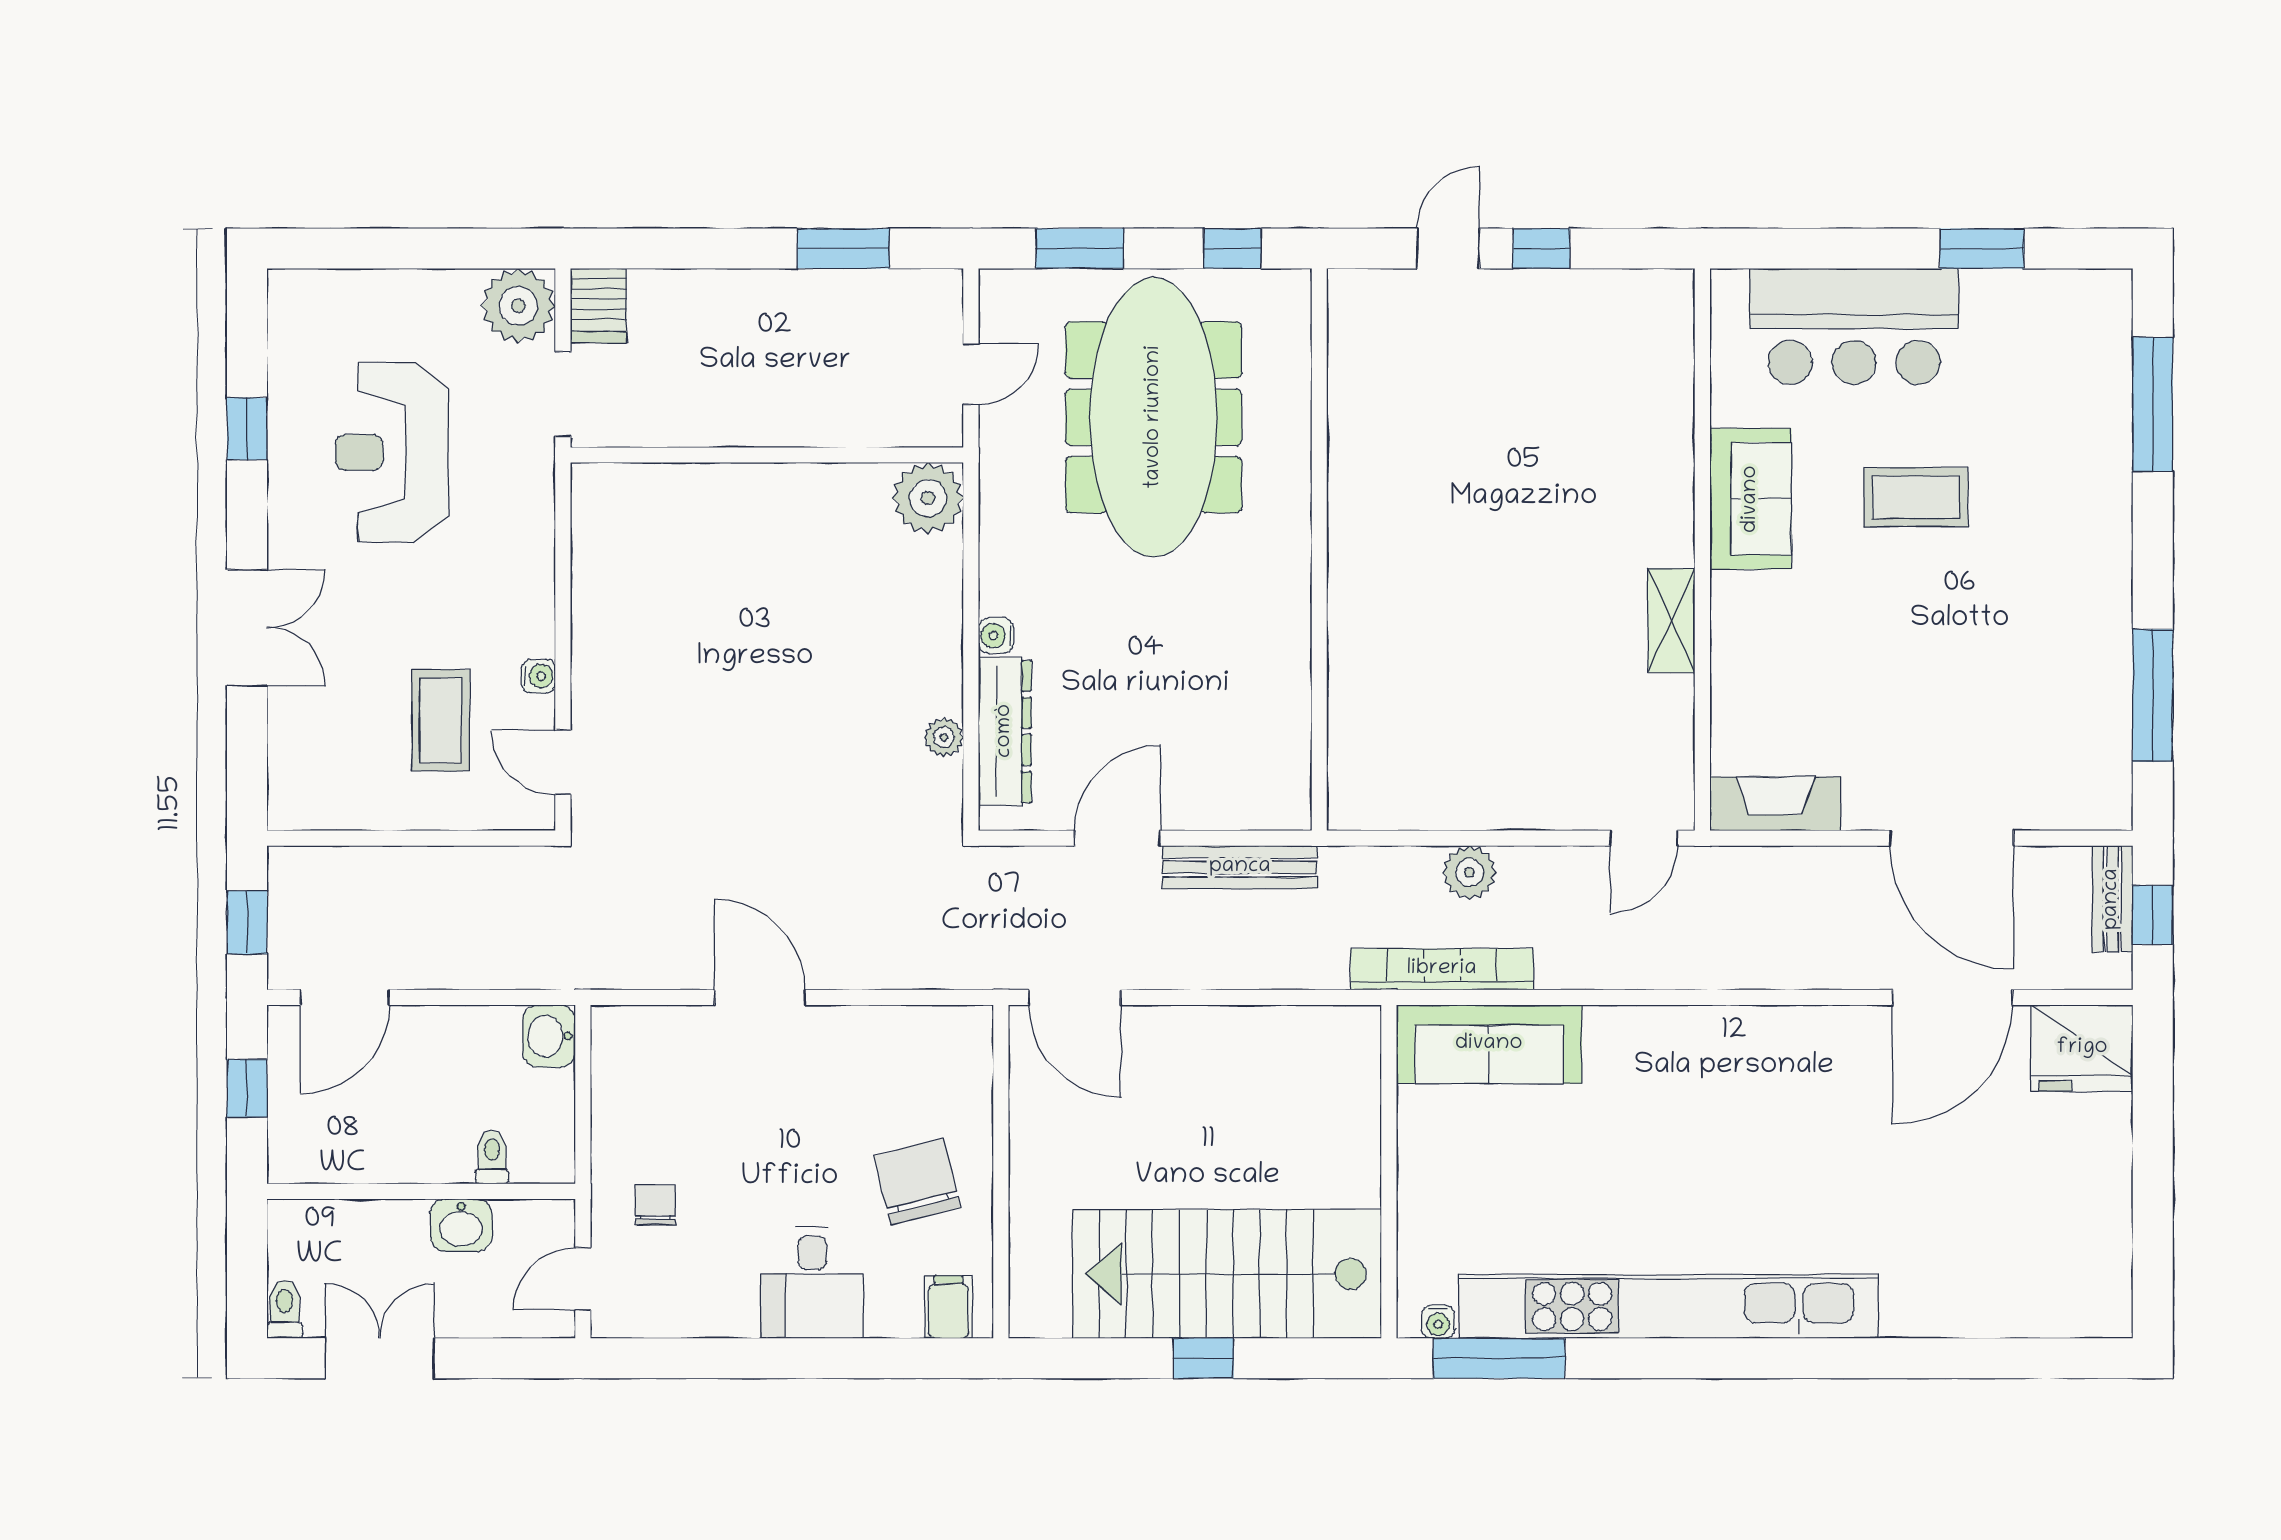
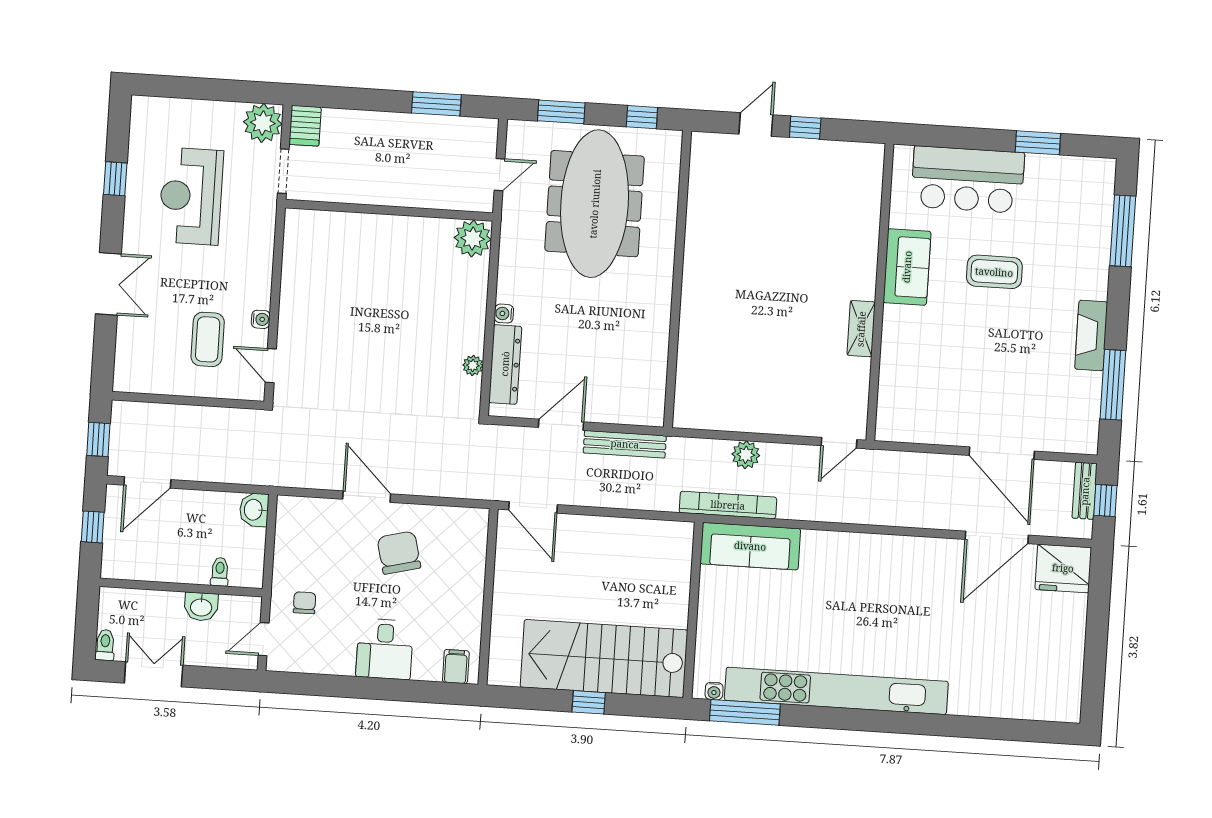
fireplace: (1775, 804) -> (1091, 335), moved, turned -90
chair: (917, 1182) -> (399, 553), moved

